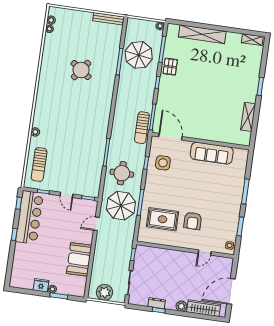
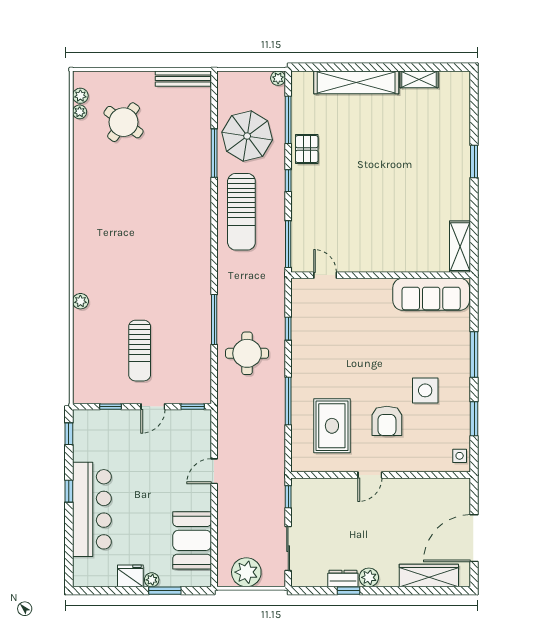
shelving: (252, 40) -> (419, 79), moved
round table: (81, 70) -> (124, 122), moved
shelving: (248, 117) -> (460, 247), moved
sun lounger: (142, 128) -> (241, 212), moved, width x1.36, depth x1.34
door: (170, 137) -> (325, 275), width x0.53
sofa: (212, 153) -> (431, 294), moved
side table: (163, 163) -> (425, 390), moved
sun lounger: (39, 165) -> (140, 351), moved
door: (67, 195) -> (153, 407), hinge flipped
parasol: (121, 206) -> (254, 412), removed
bar counter: (29, 217) -> (92, 509), moved
rug: (162, 219) -> (332, 426), turned 90
door: (96, 224) -> (214, 471), moved
door: (205, 253) -> (370, 475), moved
booth: (79, 259) -> (192, 540), moved
plant: (181, 306) -> (369, 577), moved

